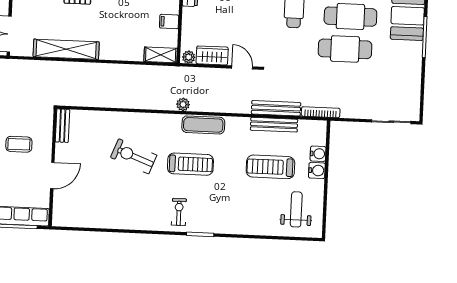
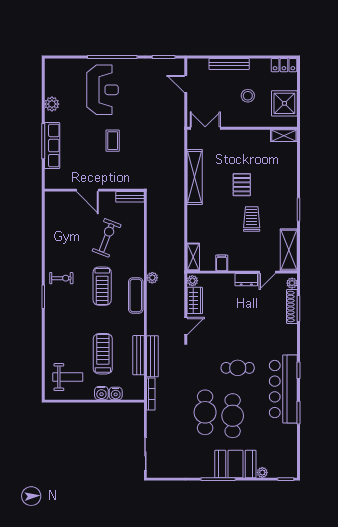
bench: (62, 126) -> (130, 197), moved
wall: (53, 167) -> (94, 190), moved
door: (52, 176) -> (87, 190), moved

